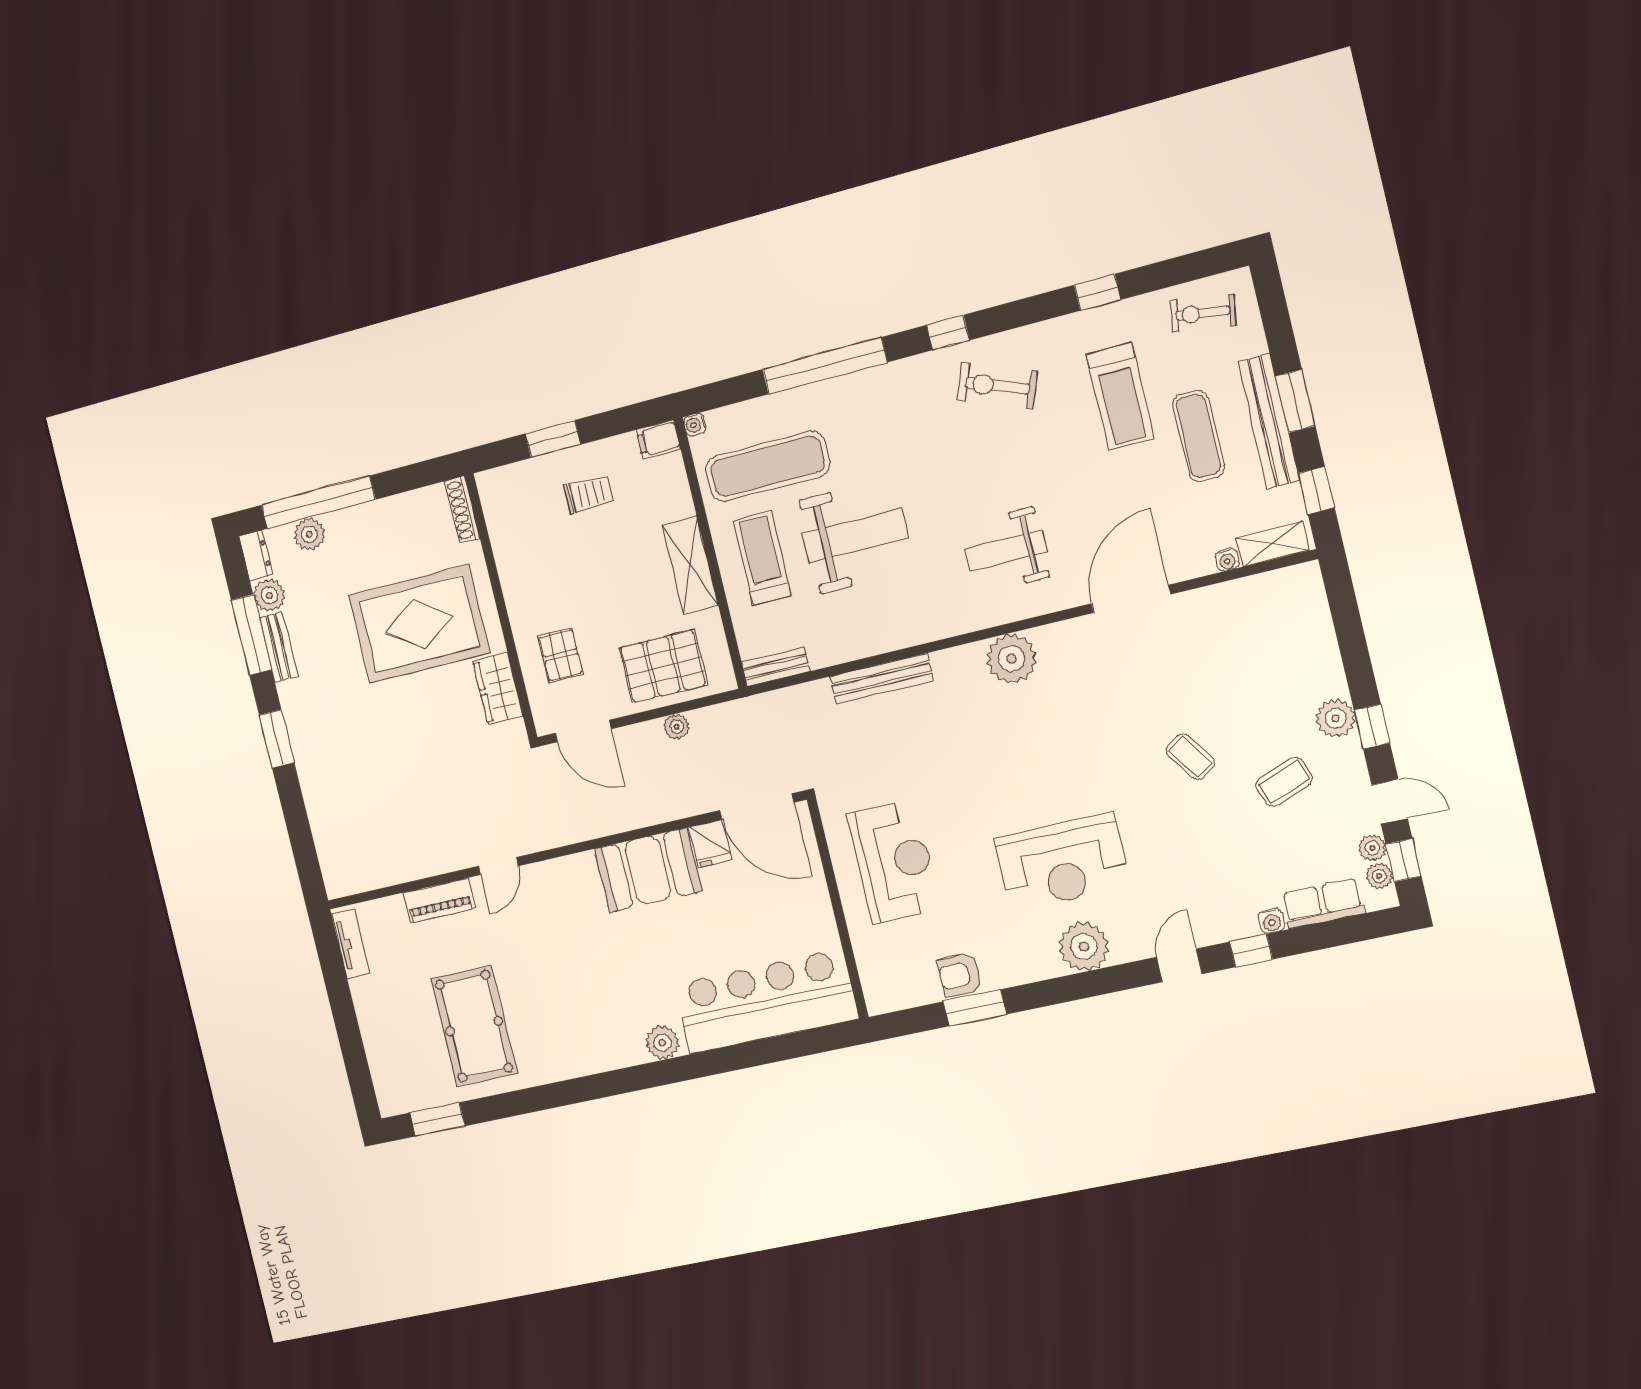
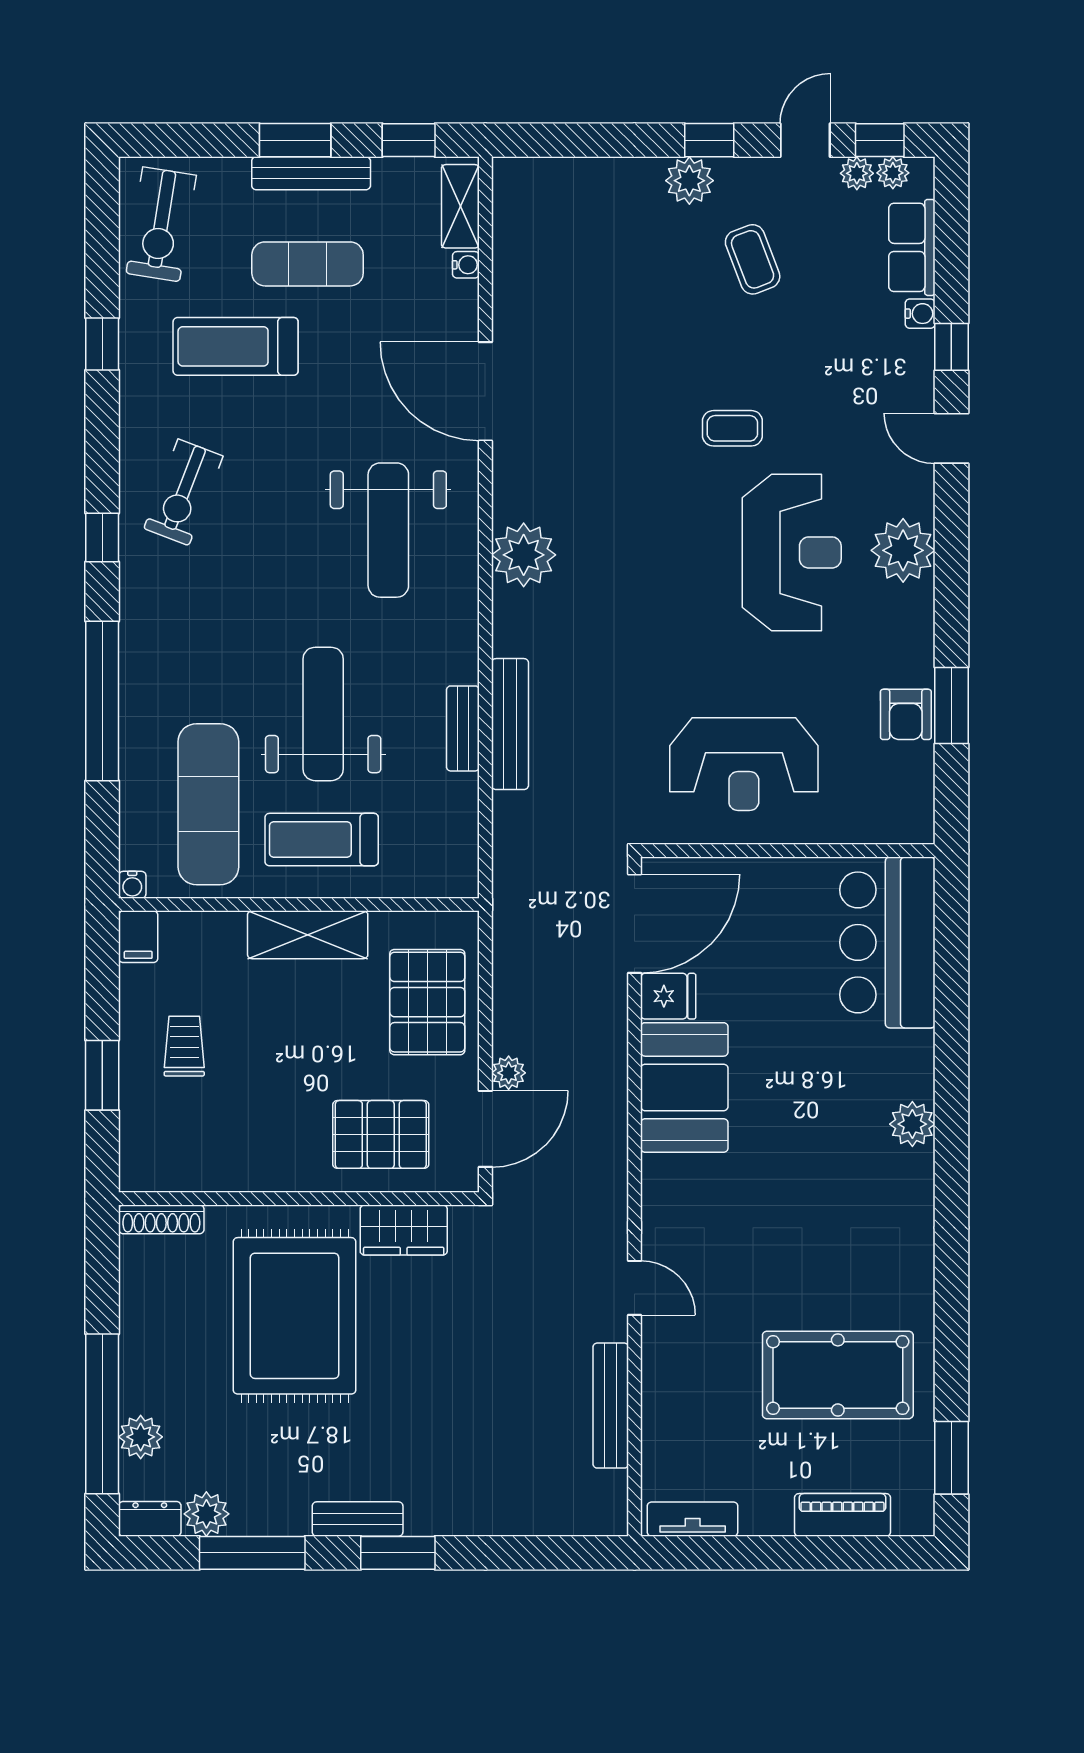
exercise bike: (1203, 313) -> (161, 224), width x1.38, depth x1.39
treadmill: (1120, 397) -> (236, 346), turned 180
bench: (1269, 421) -> (311, 173), width x0.73, depth x0.82
weight bench: (1006, 551) -> (388, 530), width x1.36, depth x1.33
bench: (278, 647) -> (358, 1519), moved
pallet: (561, 655) -> (381, 1134), width x1.50, depth x1.42
bench: (776, 667) -> (463, 728), moved
plant: (677, 727) -> (509, 1073), moved
coffee table: (1190, 757) -> (732, 428), moved, turned 34
reception desk: (894, 861) -> (744, 764), turned 180
bench: (413, 868) -> (611, 1406), added
piano: (439, 901) -> (842, 1515), moved, turned -90
bar counter: (766, 1002) -> (887, 942), width x0.73

